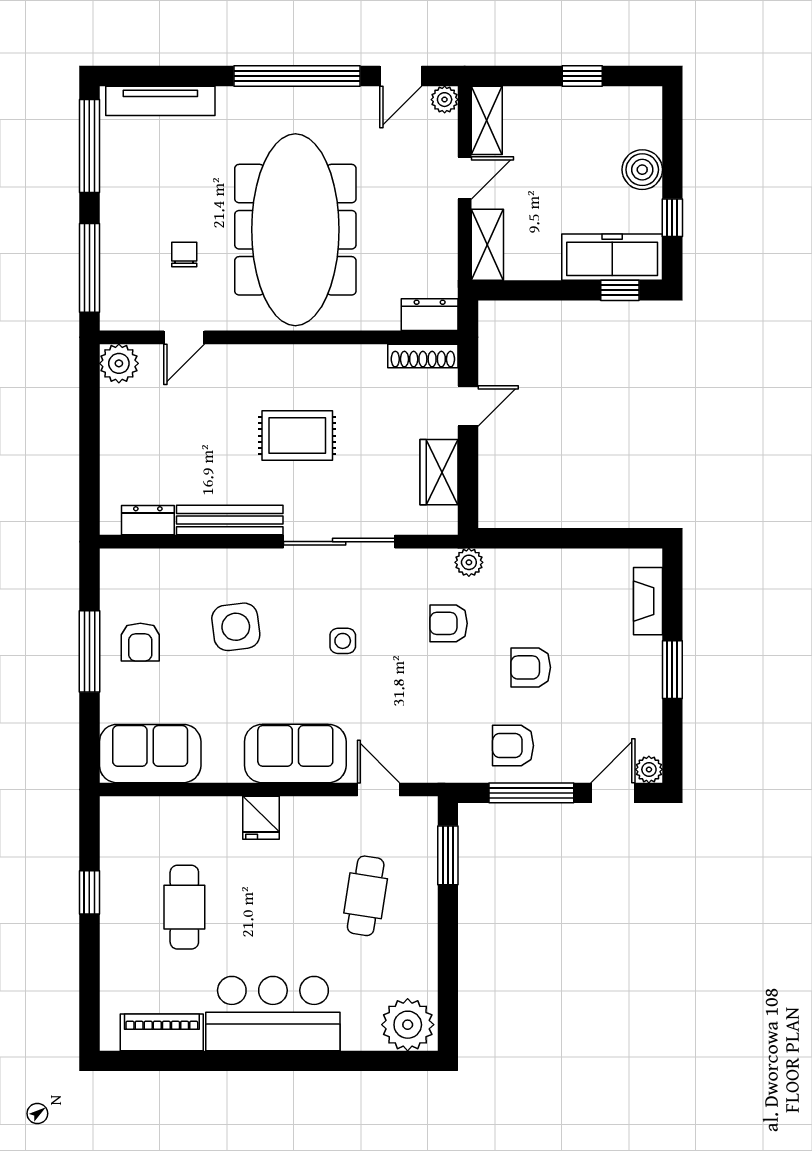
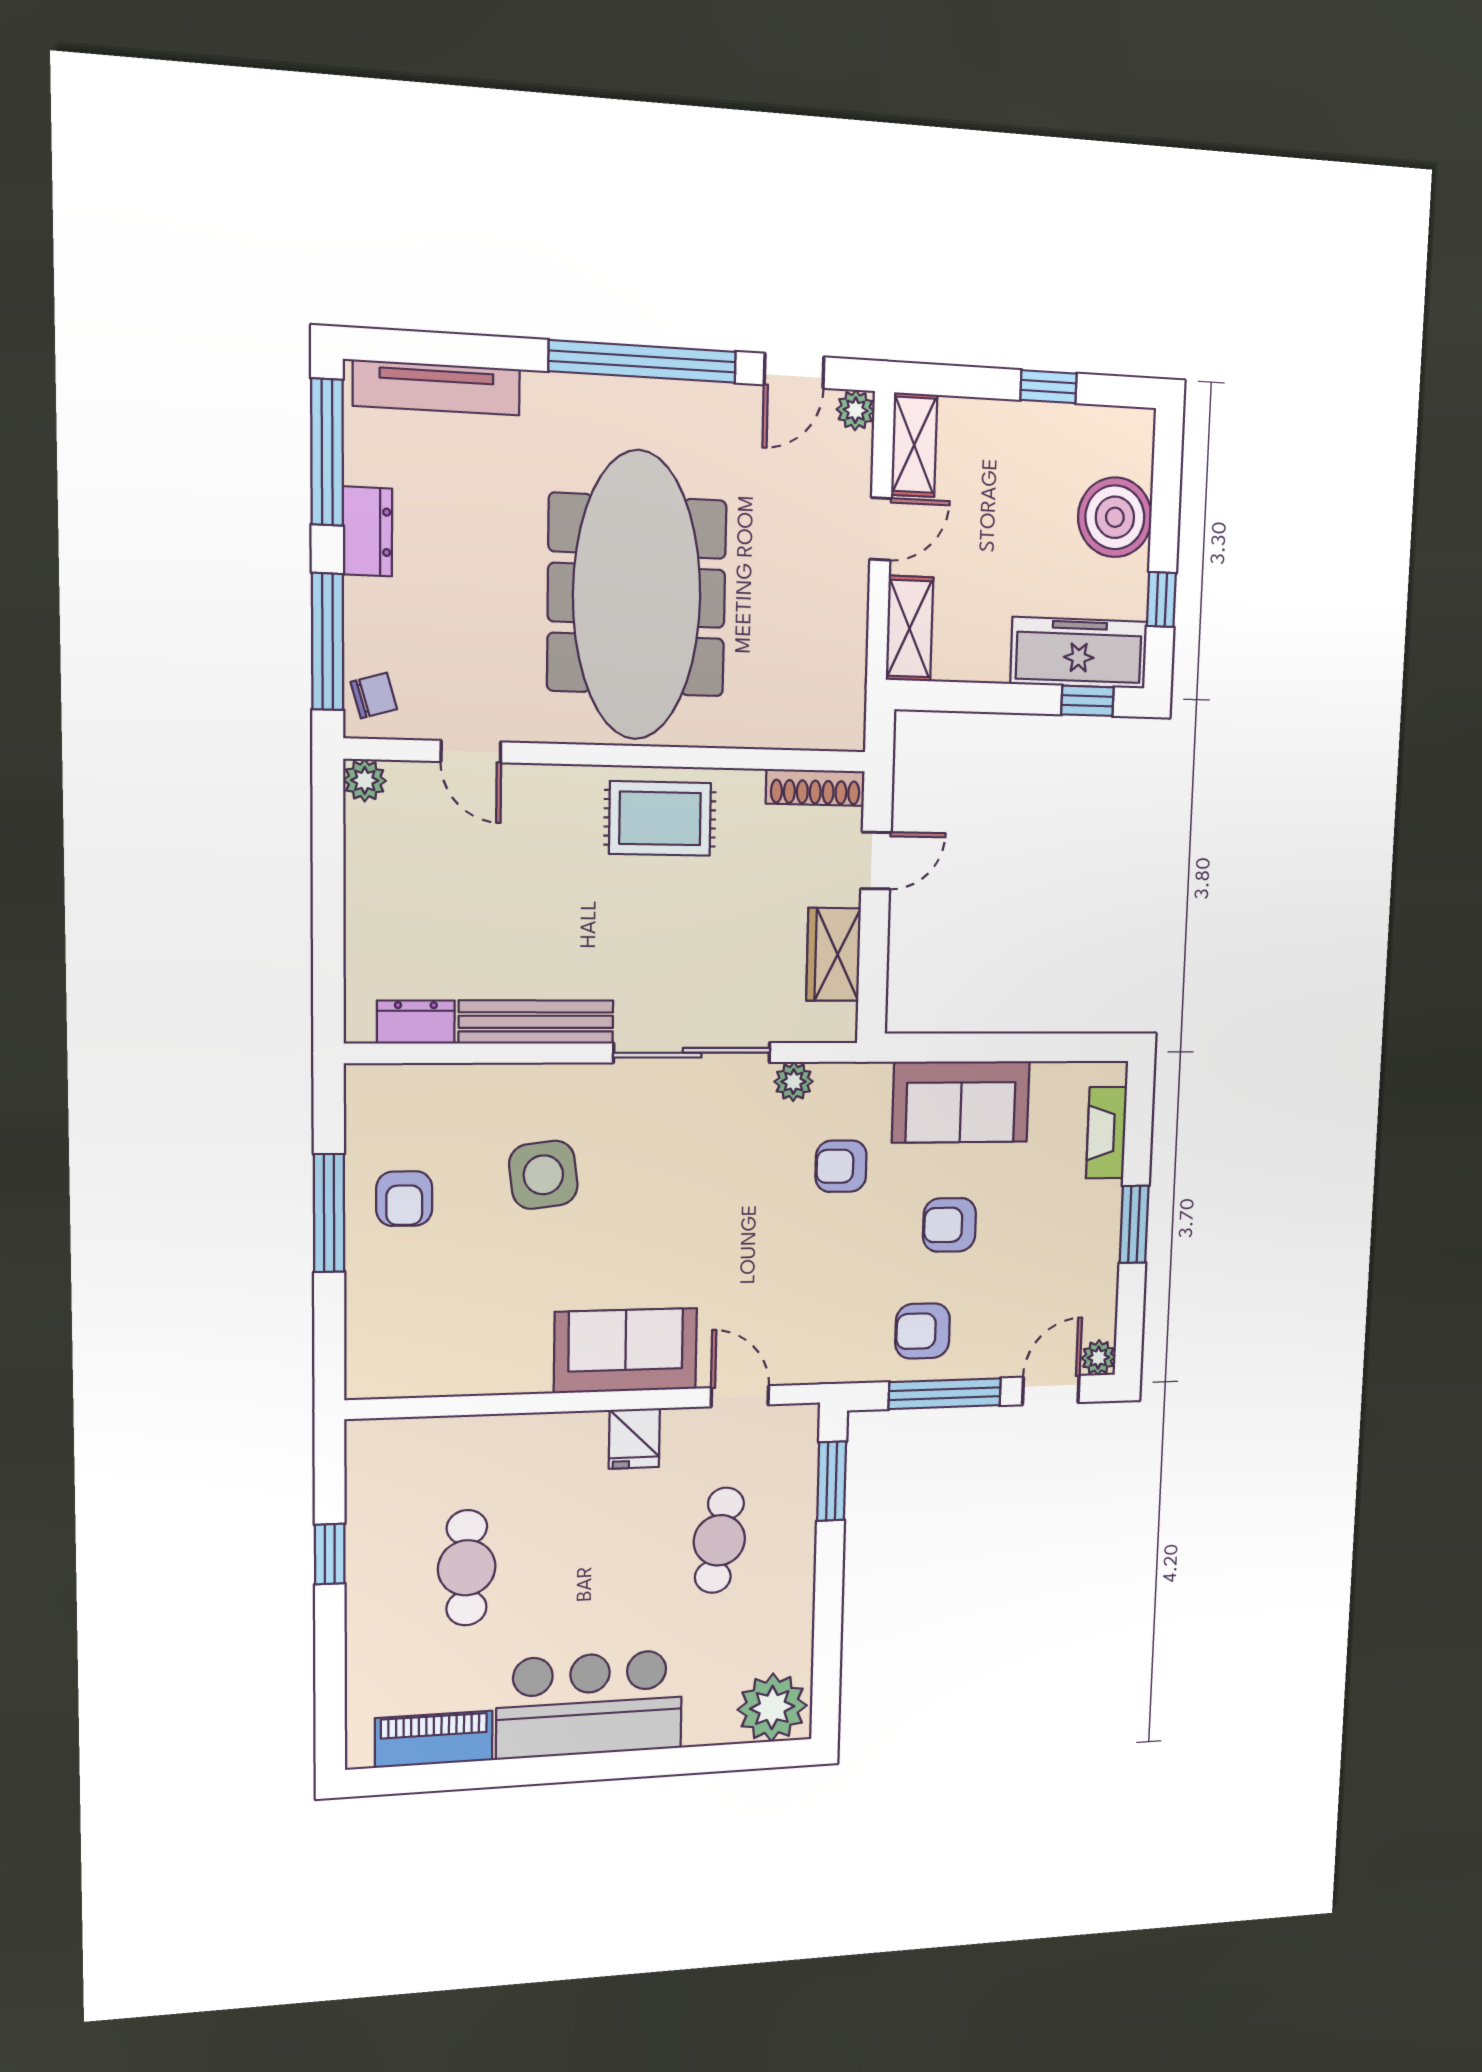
boiler: (642, 170) -> (1115, 517), width x1.37, depth x1.37
chair: (184, 255) -> (374, 696), moved, turned 74
dresser: (430, 315) -> (367, 531), moved, turned 90
door: (184, 337) -> (471, 752), hinge flipped
plant: (119, 363) -> (365, 780), width x0.73, depth x0.73
rug: (297, 436) -> (660, 818), moved
plant: (469, 562) -> (794, 1082), moved
side table: (343, 641) -> (694, 1193), removed
sofa: (150, 754) -> (961, 1102), moved, turned 180
fridge: (261, 818) -> (634, 1438), moved

